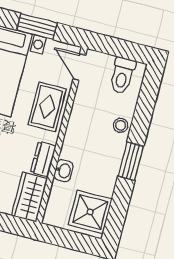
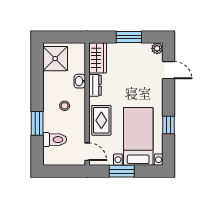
toilet: (122, 75) -> (55, 140), moved, turned 90
stool: (121, 125) -> (65, 106), moved
window: (131, 161) -> (37, 123), moved

